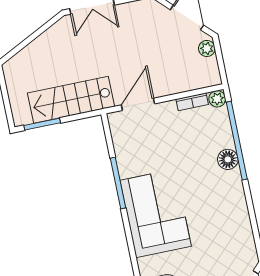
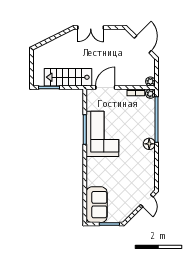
plant: (207, 48) -> (150, 81), moved
floor lamp: (228, 159) -> (149, 144), moved
corner sofa: (156, 213) -> (102, 134), moved

